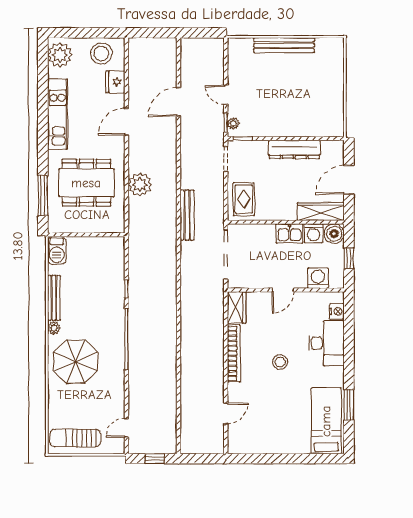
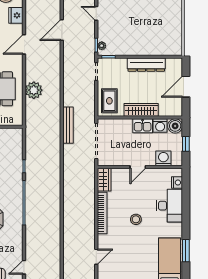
door: (226, 95) -> (96, 13), moved
wardrobe: (321, 212) -> (141, 110), moved
bench: (187, 215) -> (68, 125), moved

